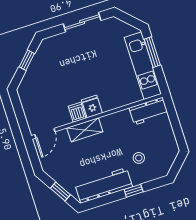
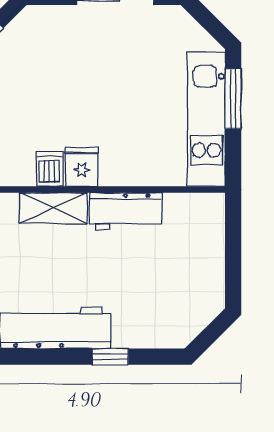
workbench: (149, 111) -> (126, 211), moved
stool: (139, 158) -> (141, 296), removed

